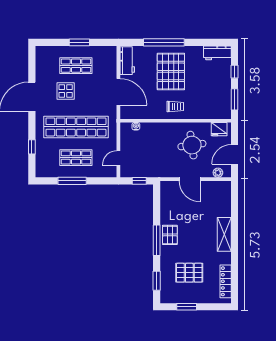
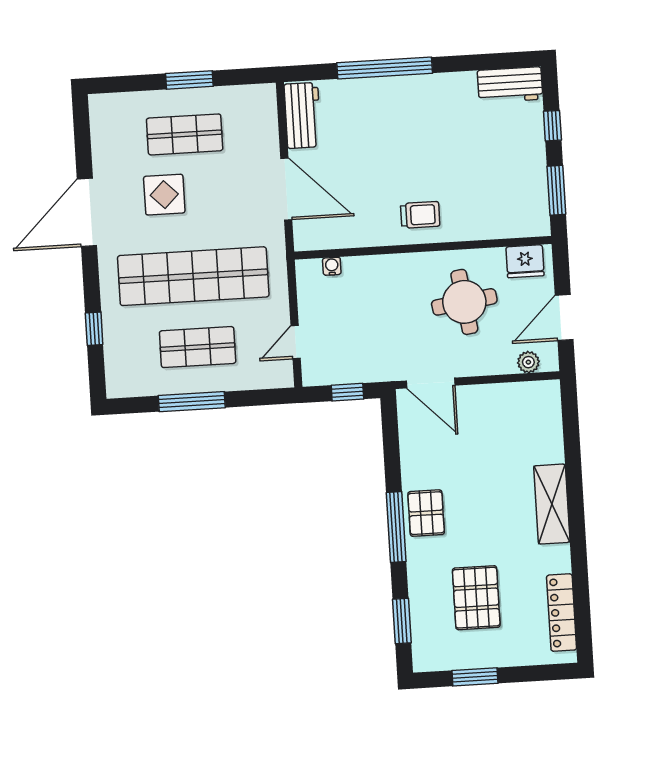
pallet: (171, 71) -> (405, 134), removed
door: (190, 179) -> (431, 383), moved
pallet: (189, 273) -> (476, 598), turned 90

